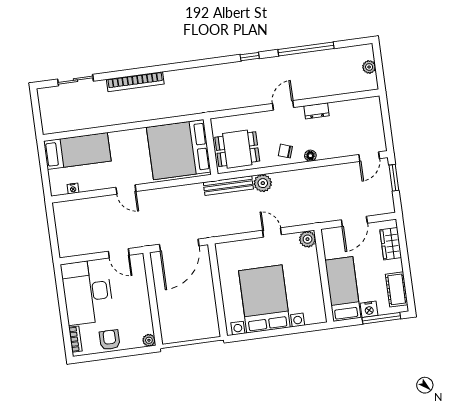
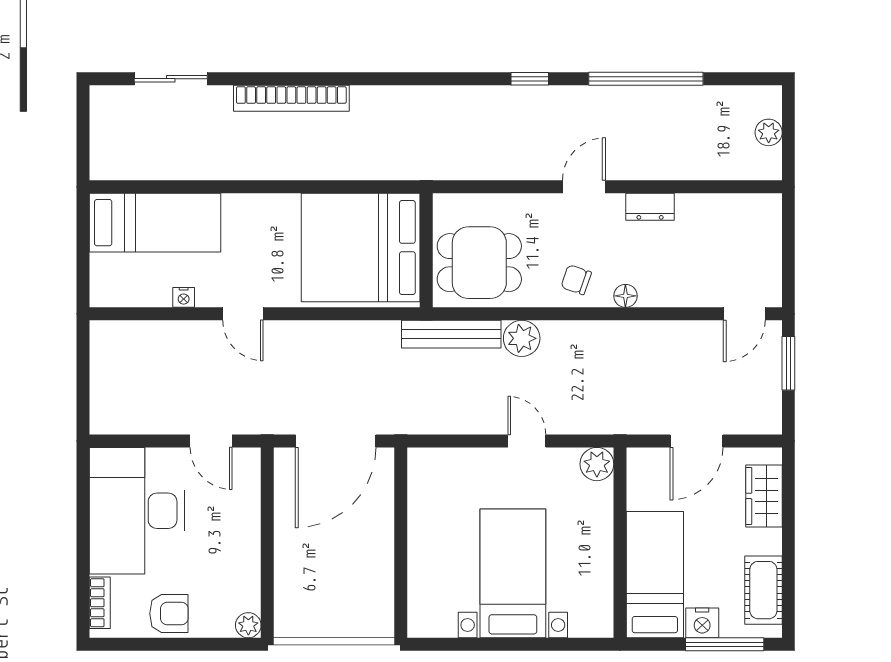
nightstand: (73, 189) -> (184, 297), moved
bed with nightstands: (264, 299) -> (513, 573), width x0.73
armchair: (110, 340) -> (169, 614), turned 90

